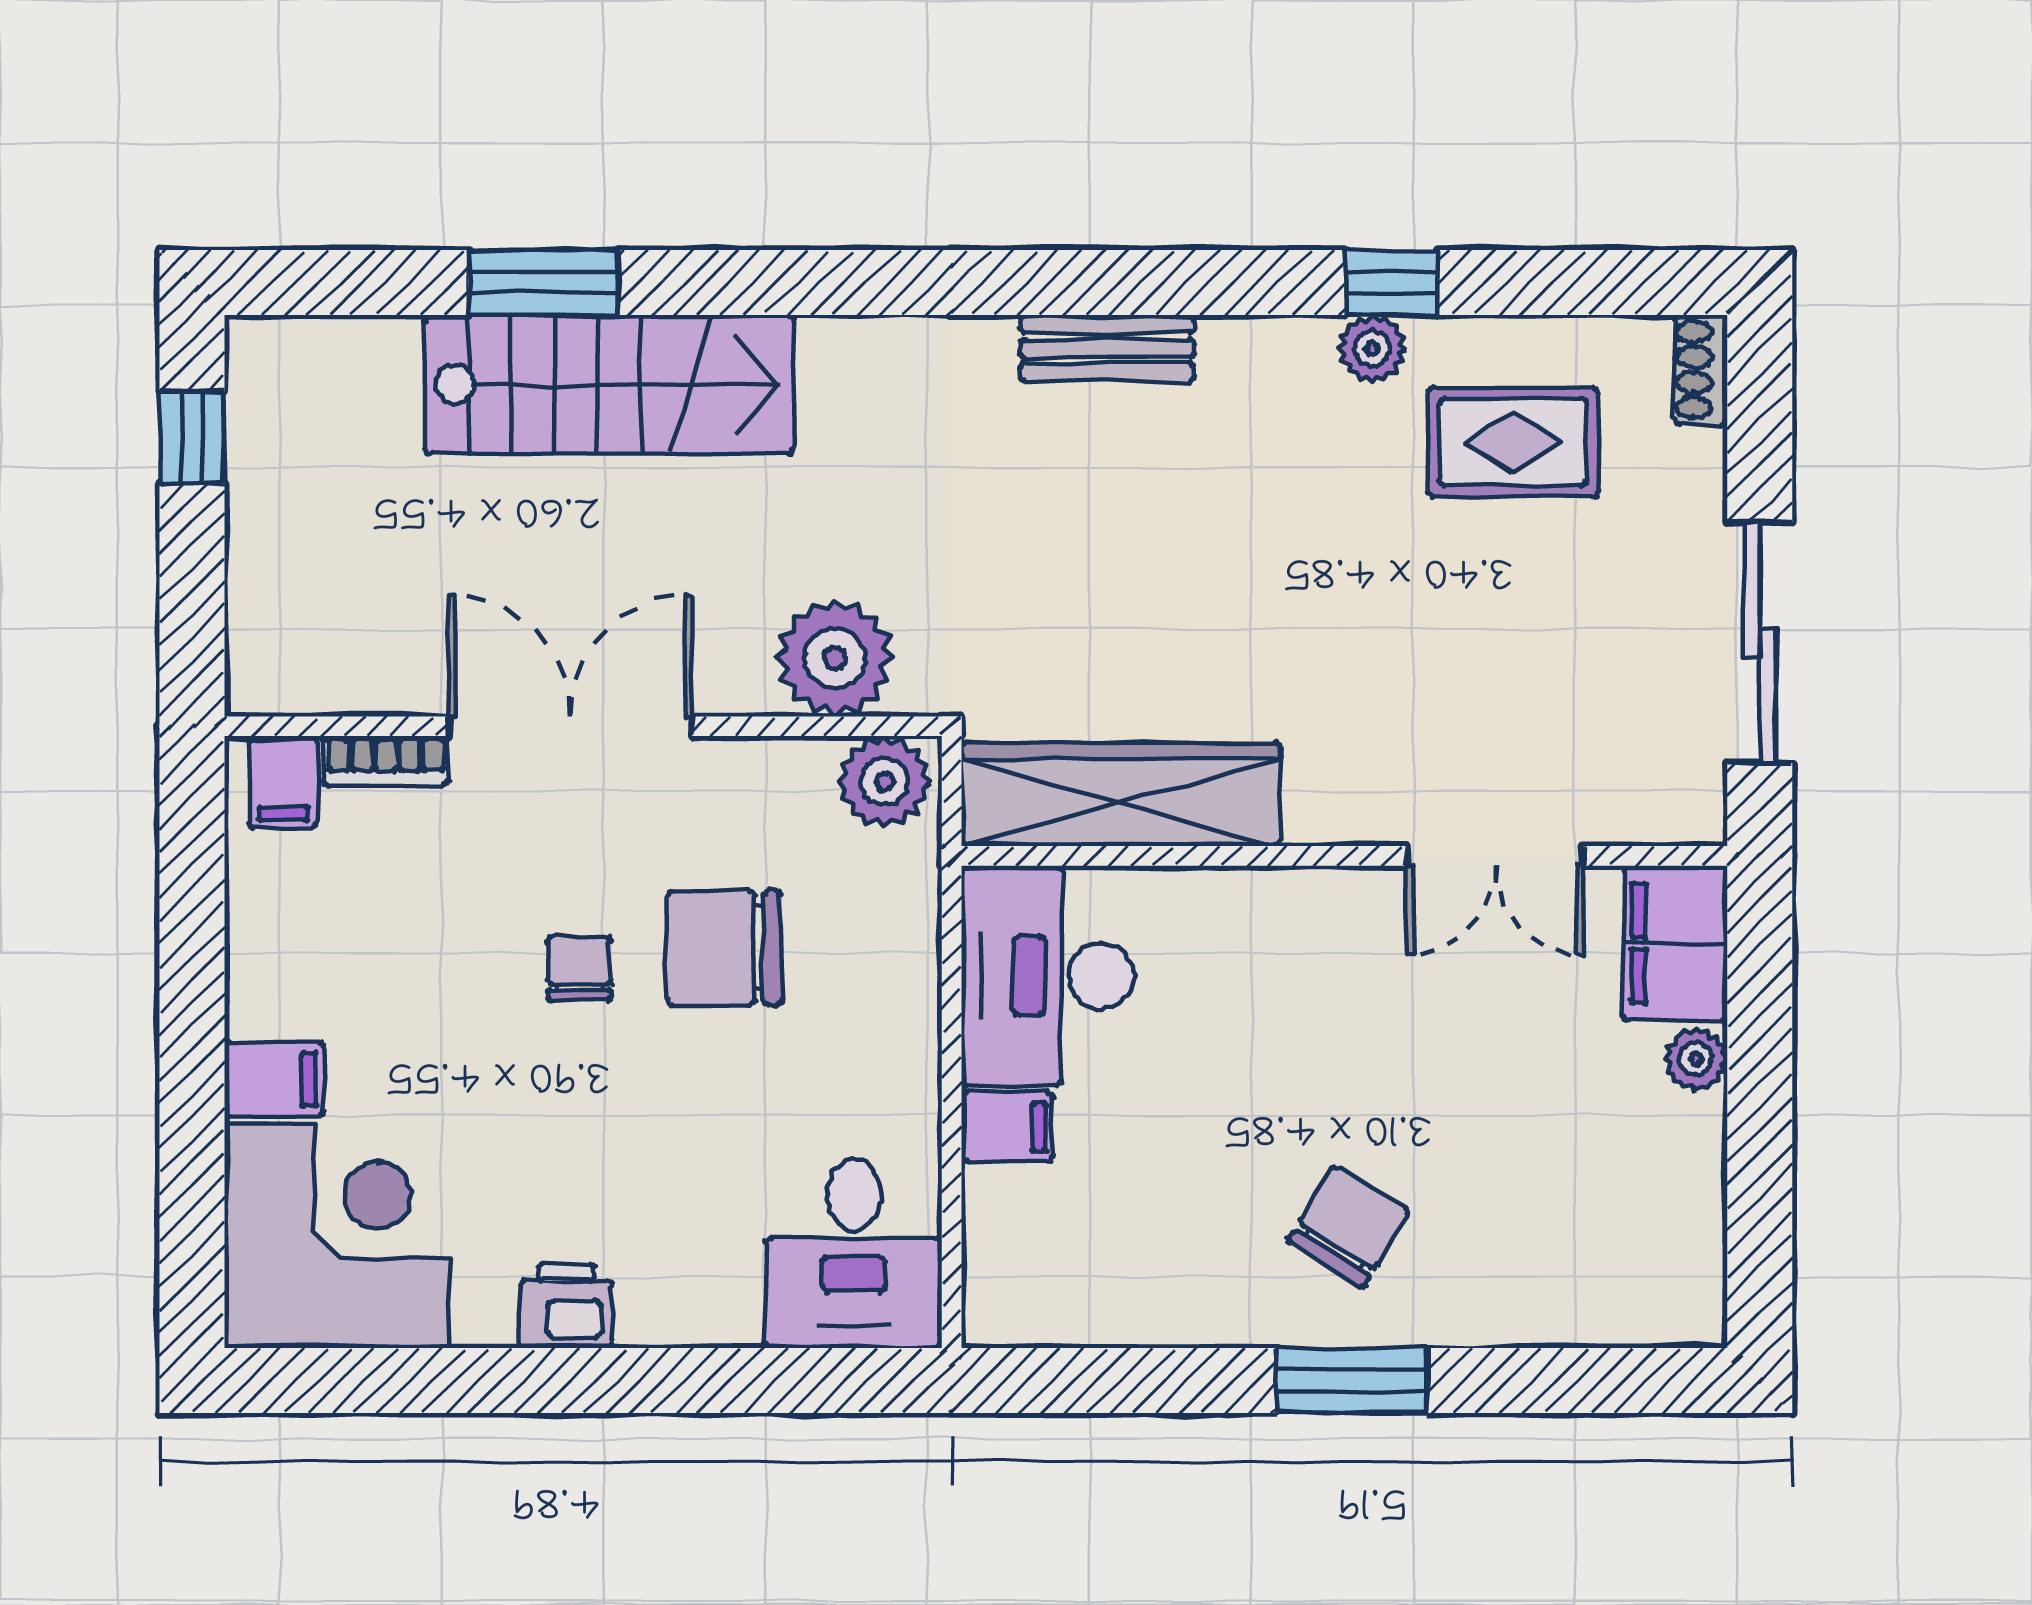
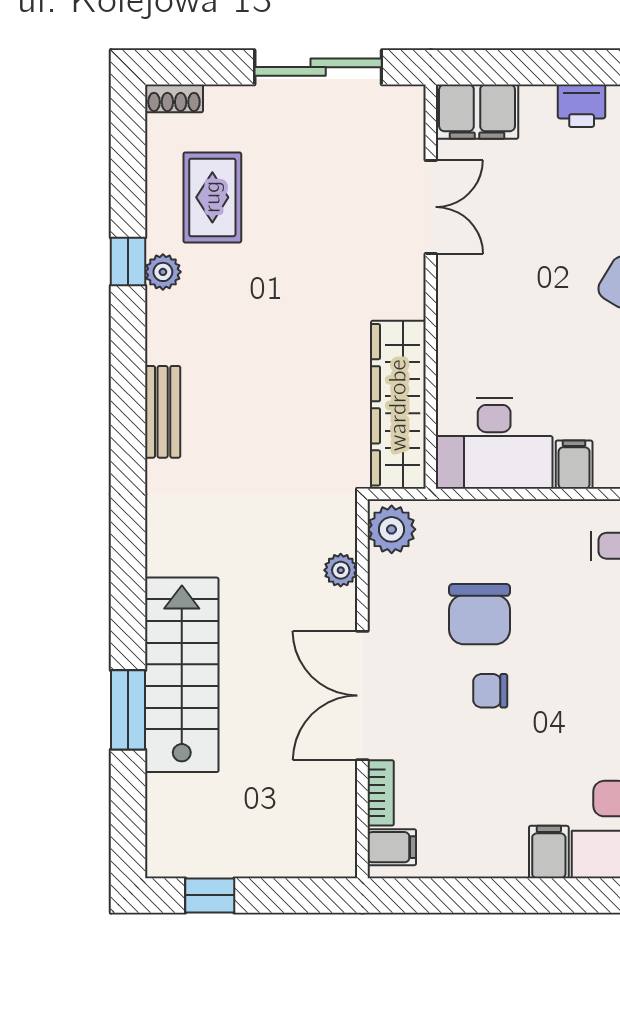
plant: (835, 658) -> (341, 570), width x0.53, depth x0.53
plant: (1696, 1059) -> (538, 101), removed
printer: (1687, 1141) -> (582, 106), added

